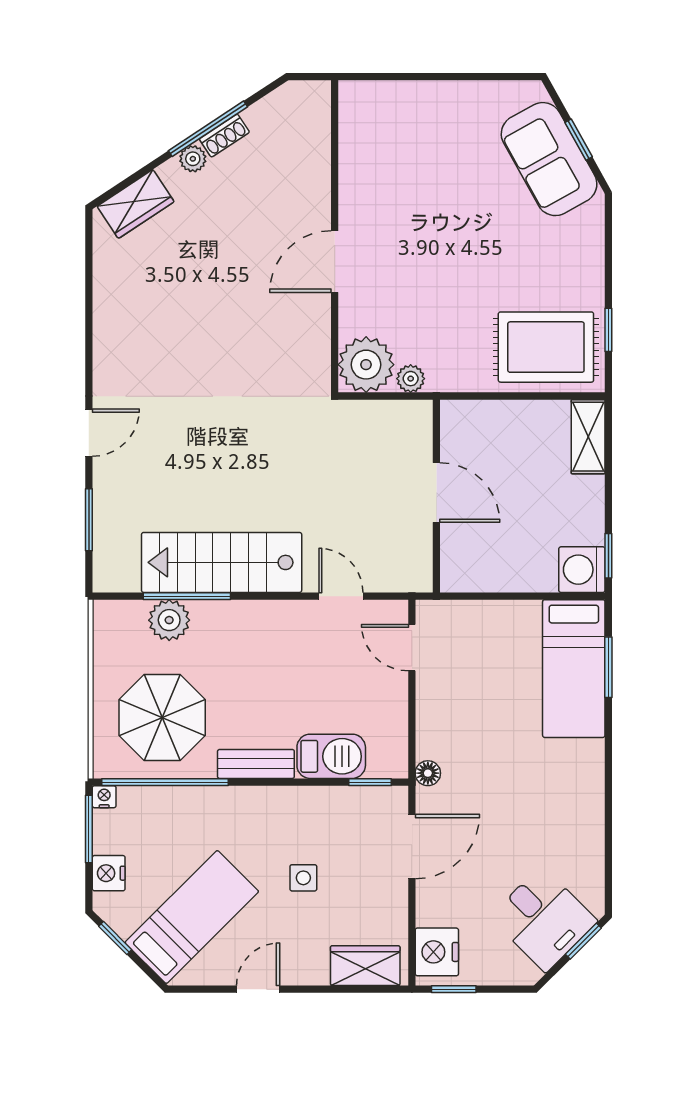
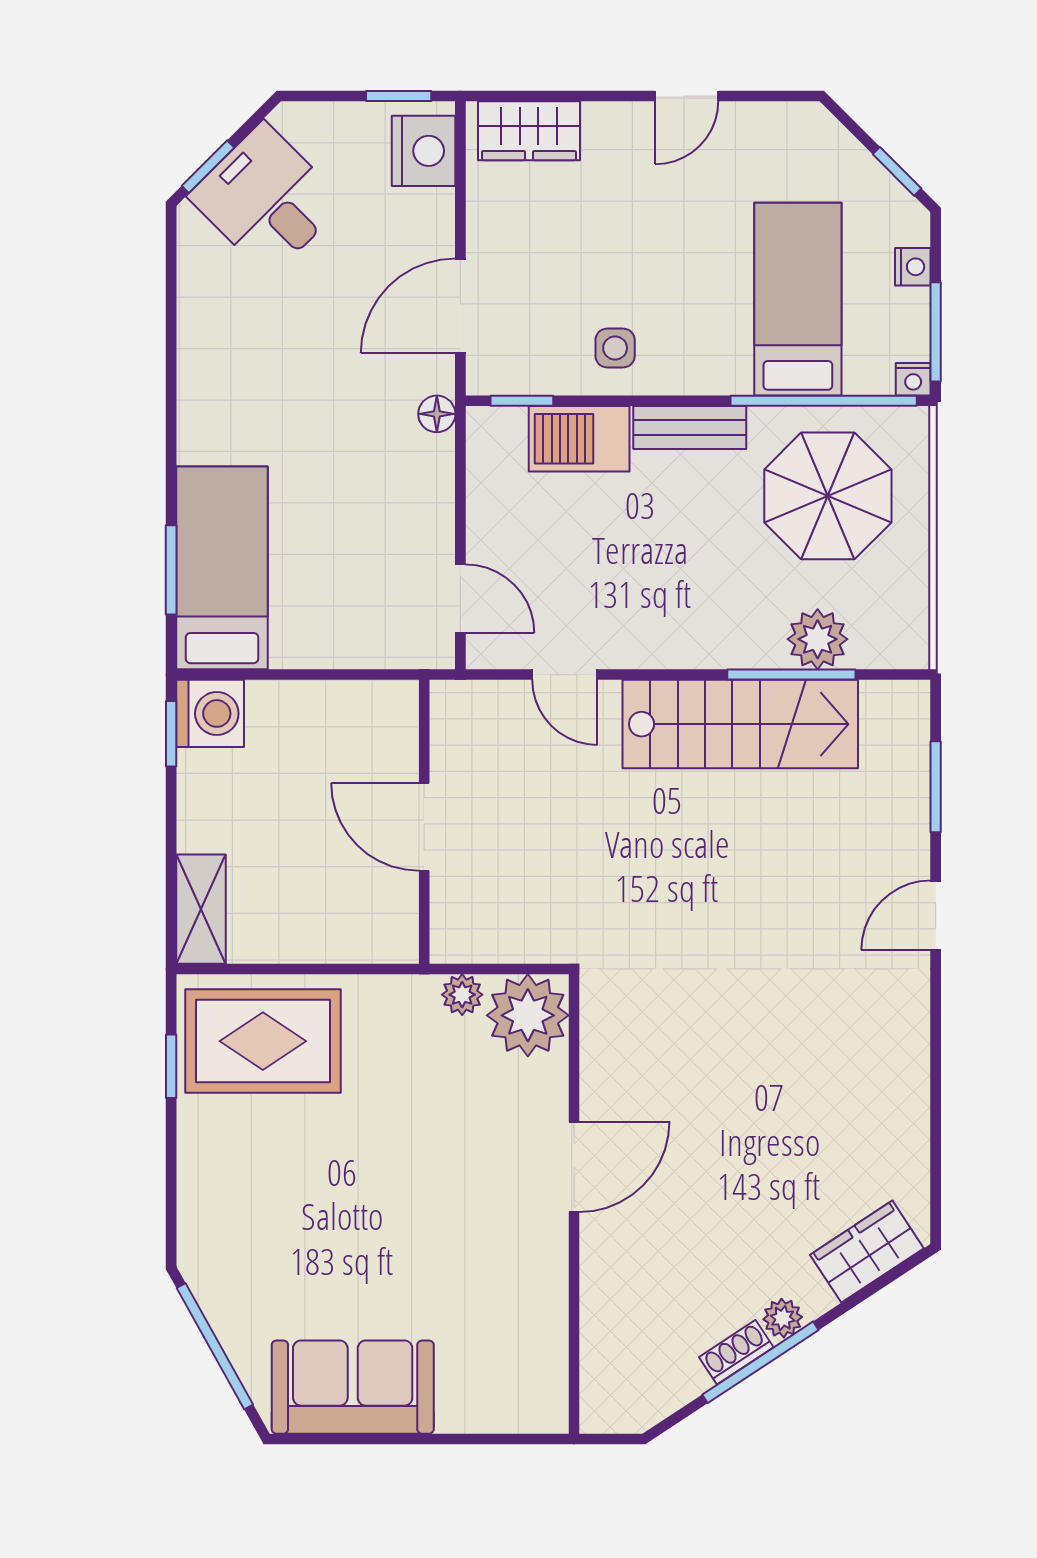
window: (579, 140) -> (215, 1346), width x2.17
sofa: (549, 159) -> (353, 1387), moved, turned -61
nightstand: (109, 873) -> (913, 267), width x0.72, depth x0.74
side table: (303, 878) -> (615, 348), moved
bed: (192, 917) -> (798, 299), moved, turned 135

